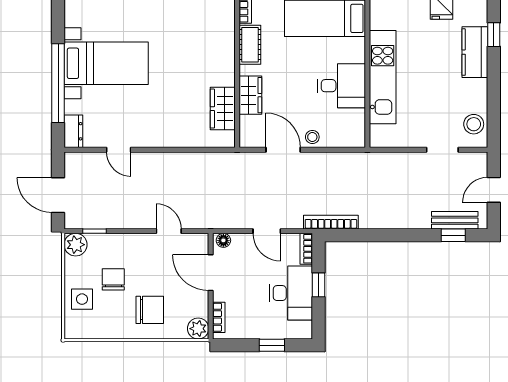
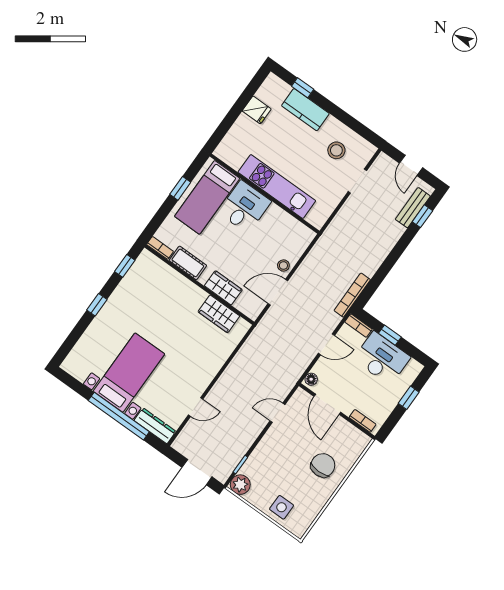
desk: (341, 86) -> (245, 207), moved
stool: (474, 124) -> (336, 150), moved
dresser: (73, 131) -> (155, 426), width x1.44
door: (211, 273) -> (327, 404), hinge flipped
chair: (113, 279) -> (283, 476), removed
plant: (198, 329) -> (360, 441), removed

